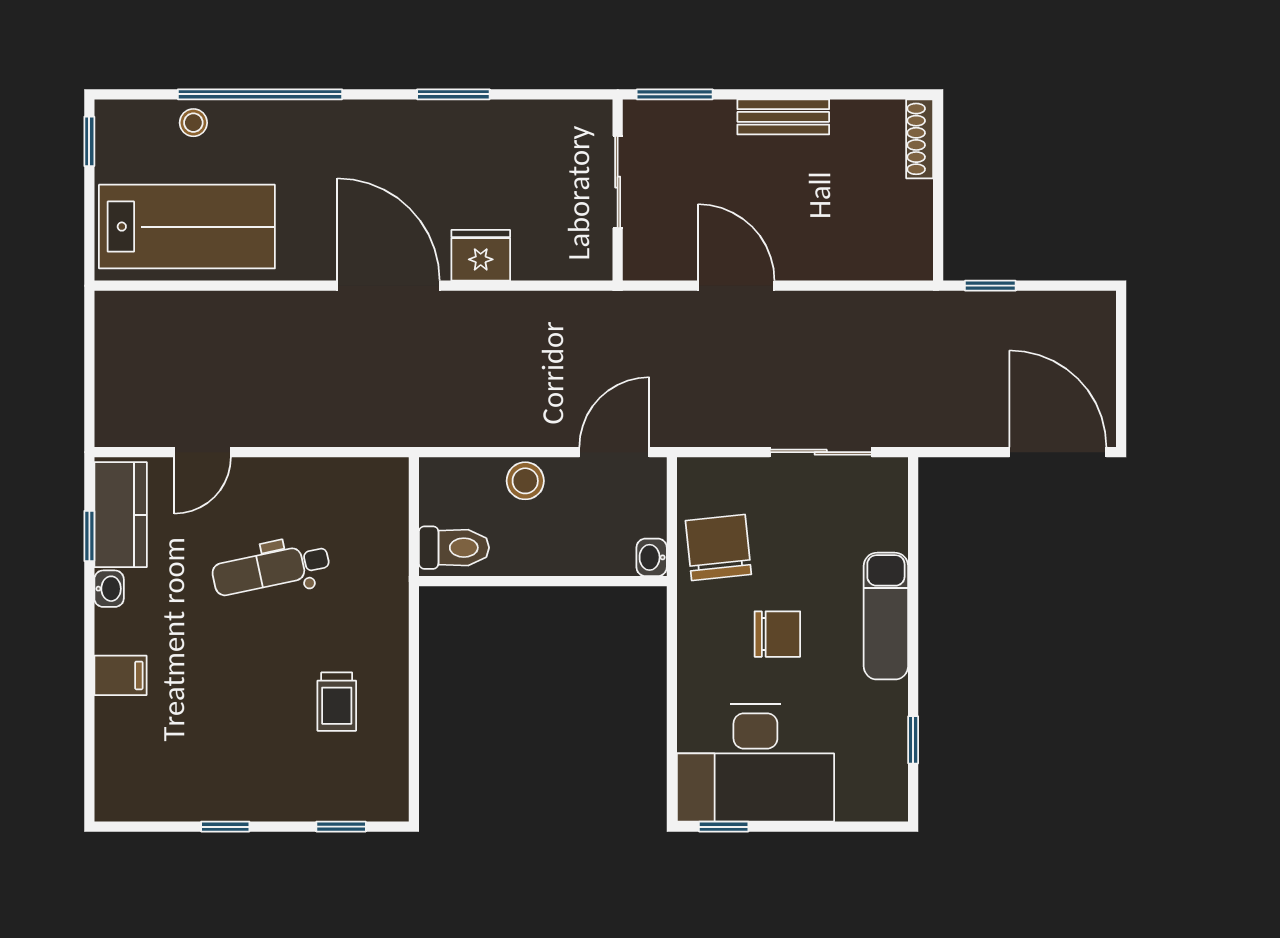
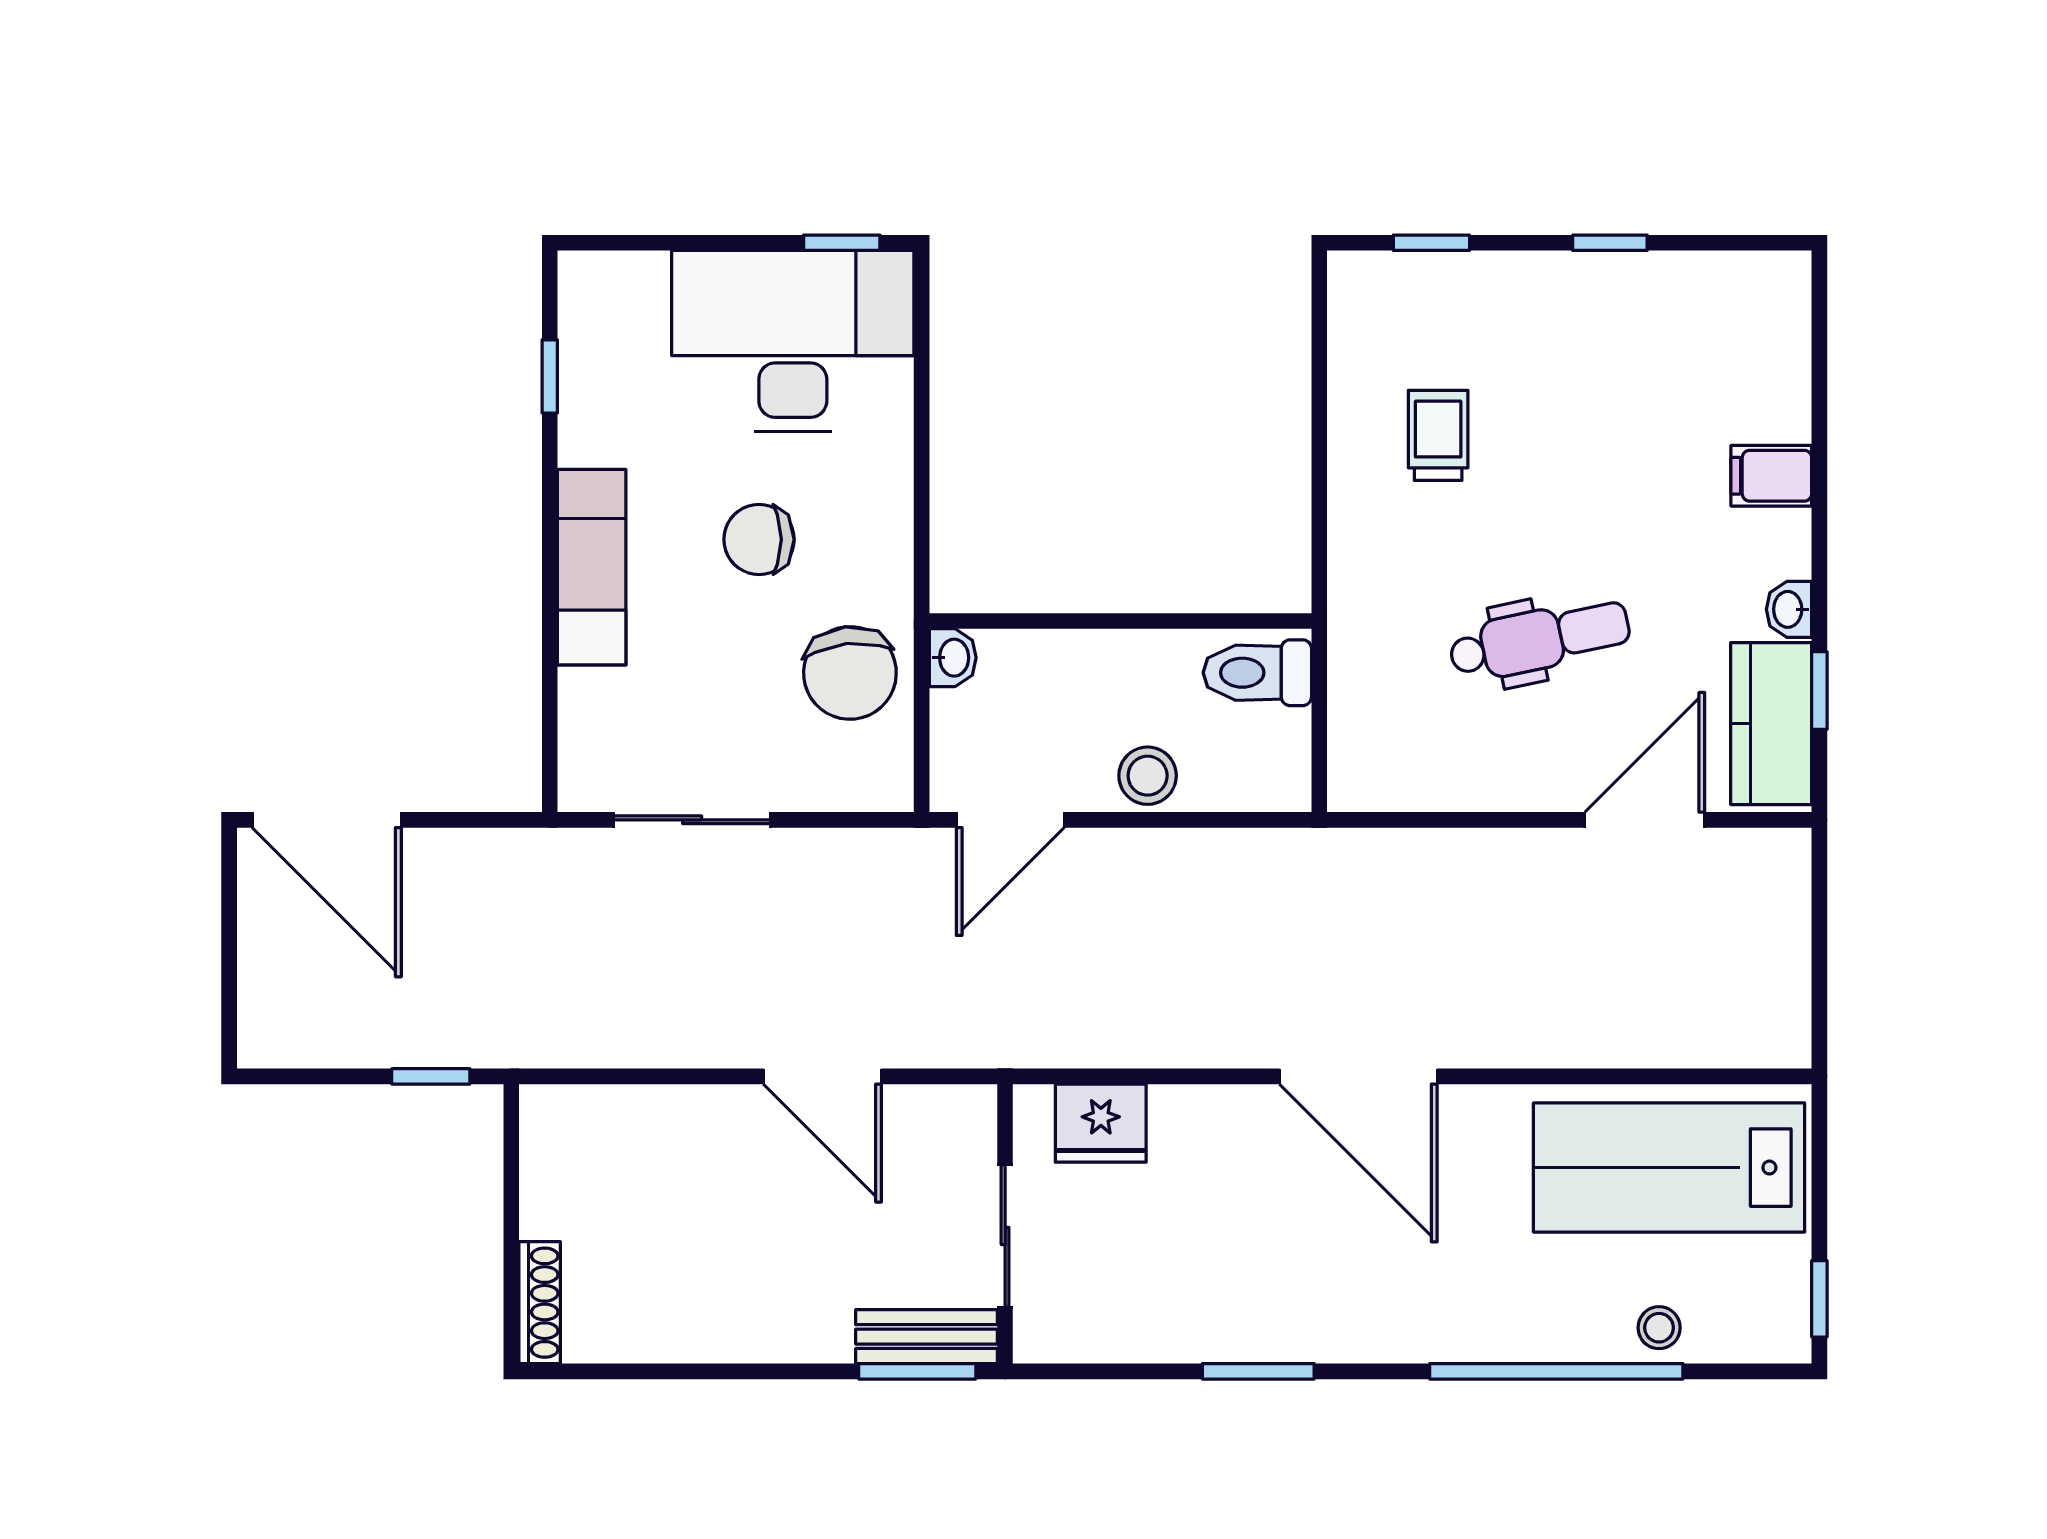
bench: (783, 117) -> (927, 1337), moved
fridge: (481, 255) -> (1101, 1123), moved
door: (203, 452) -> (1645, 820), width x1.38

